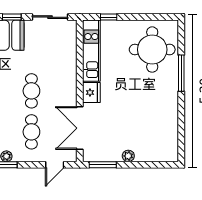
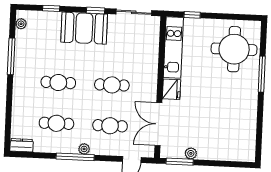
cafe table: (31, 91) -> (112, 85), turned 90
cafe table: (31, 132) -> (110, 126), turned 90
plant: (128, 156) -> (191, 153), moved

